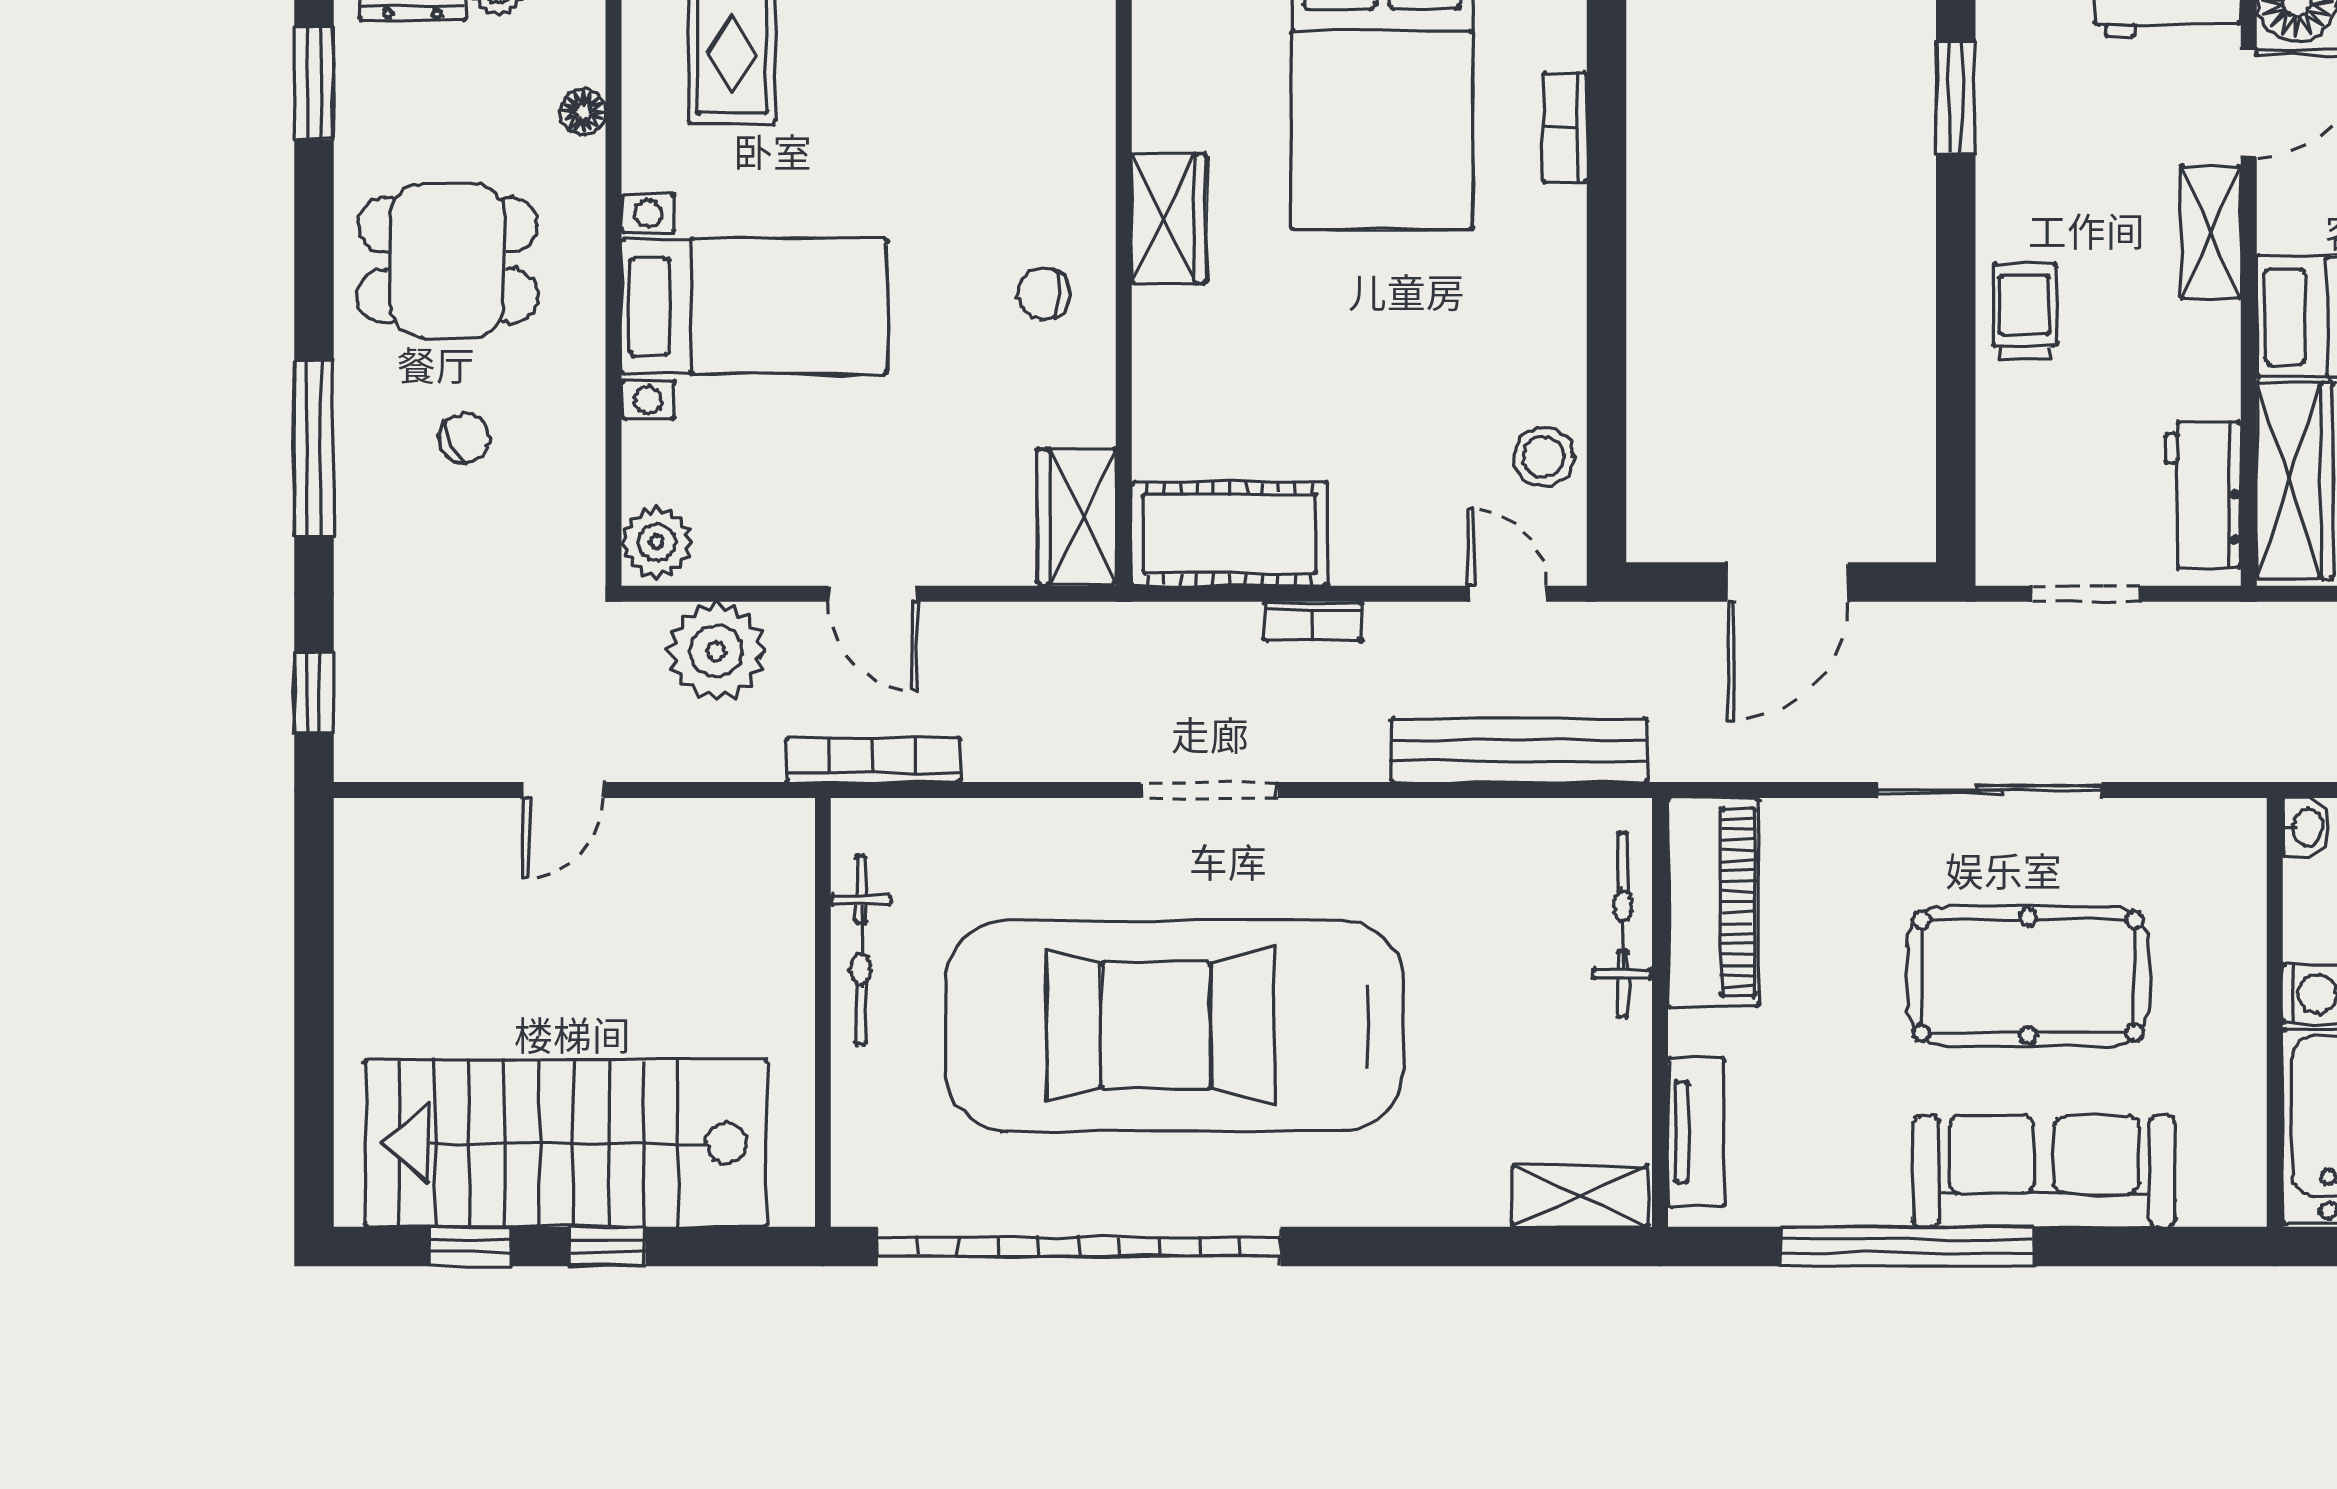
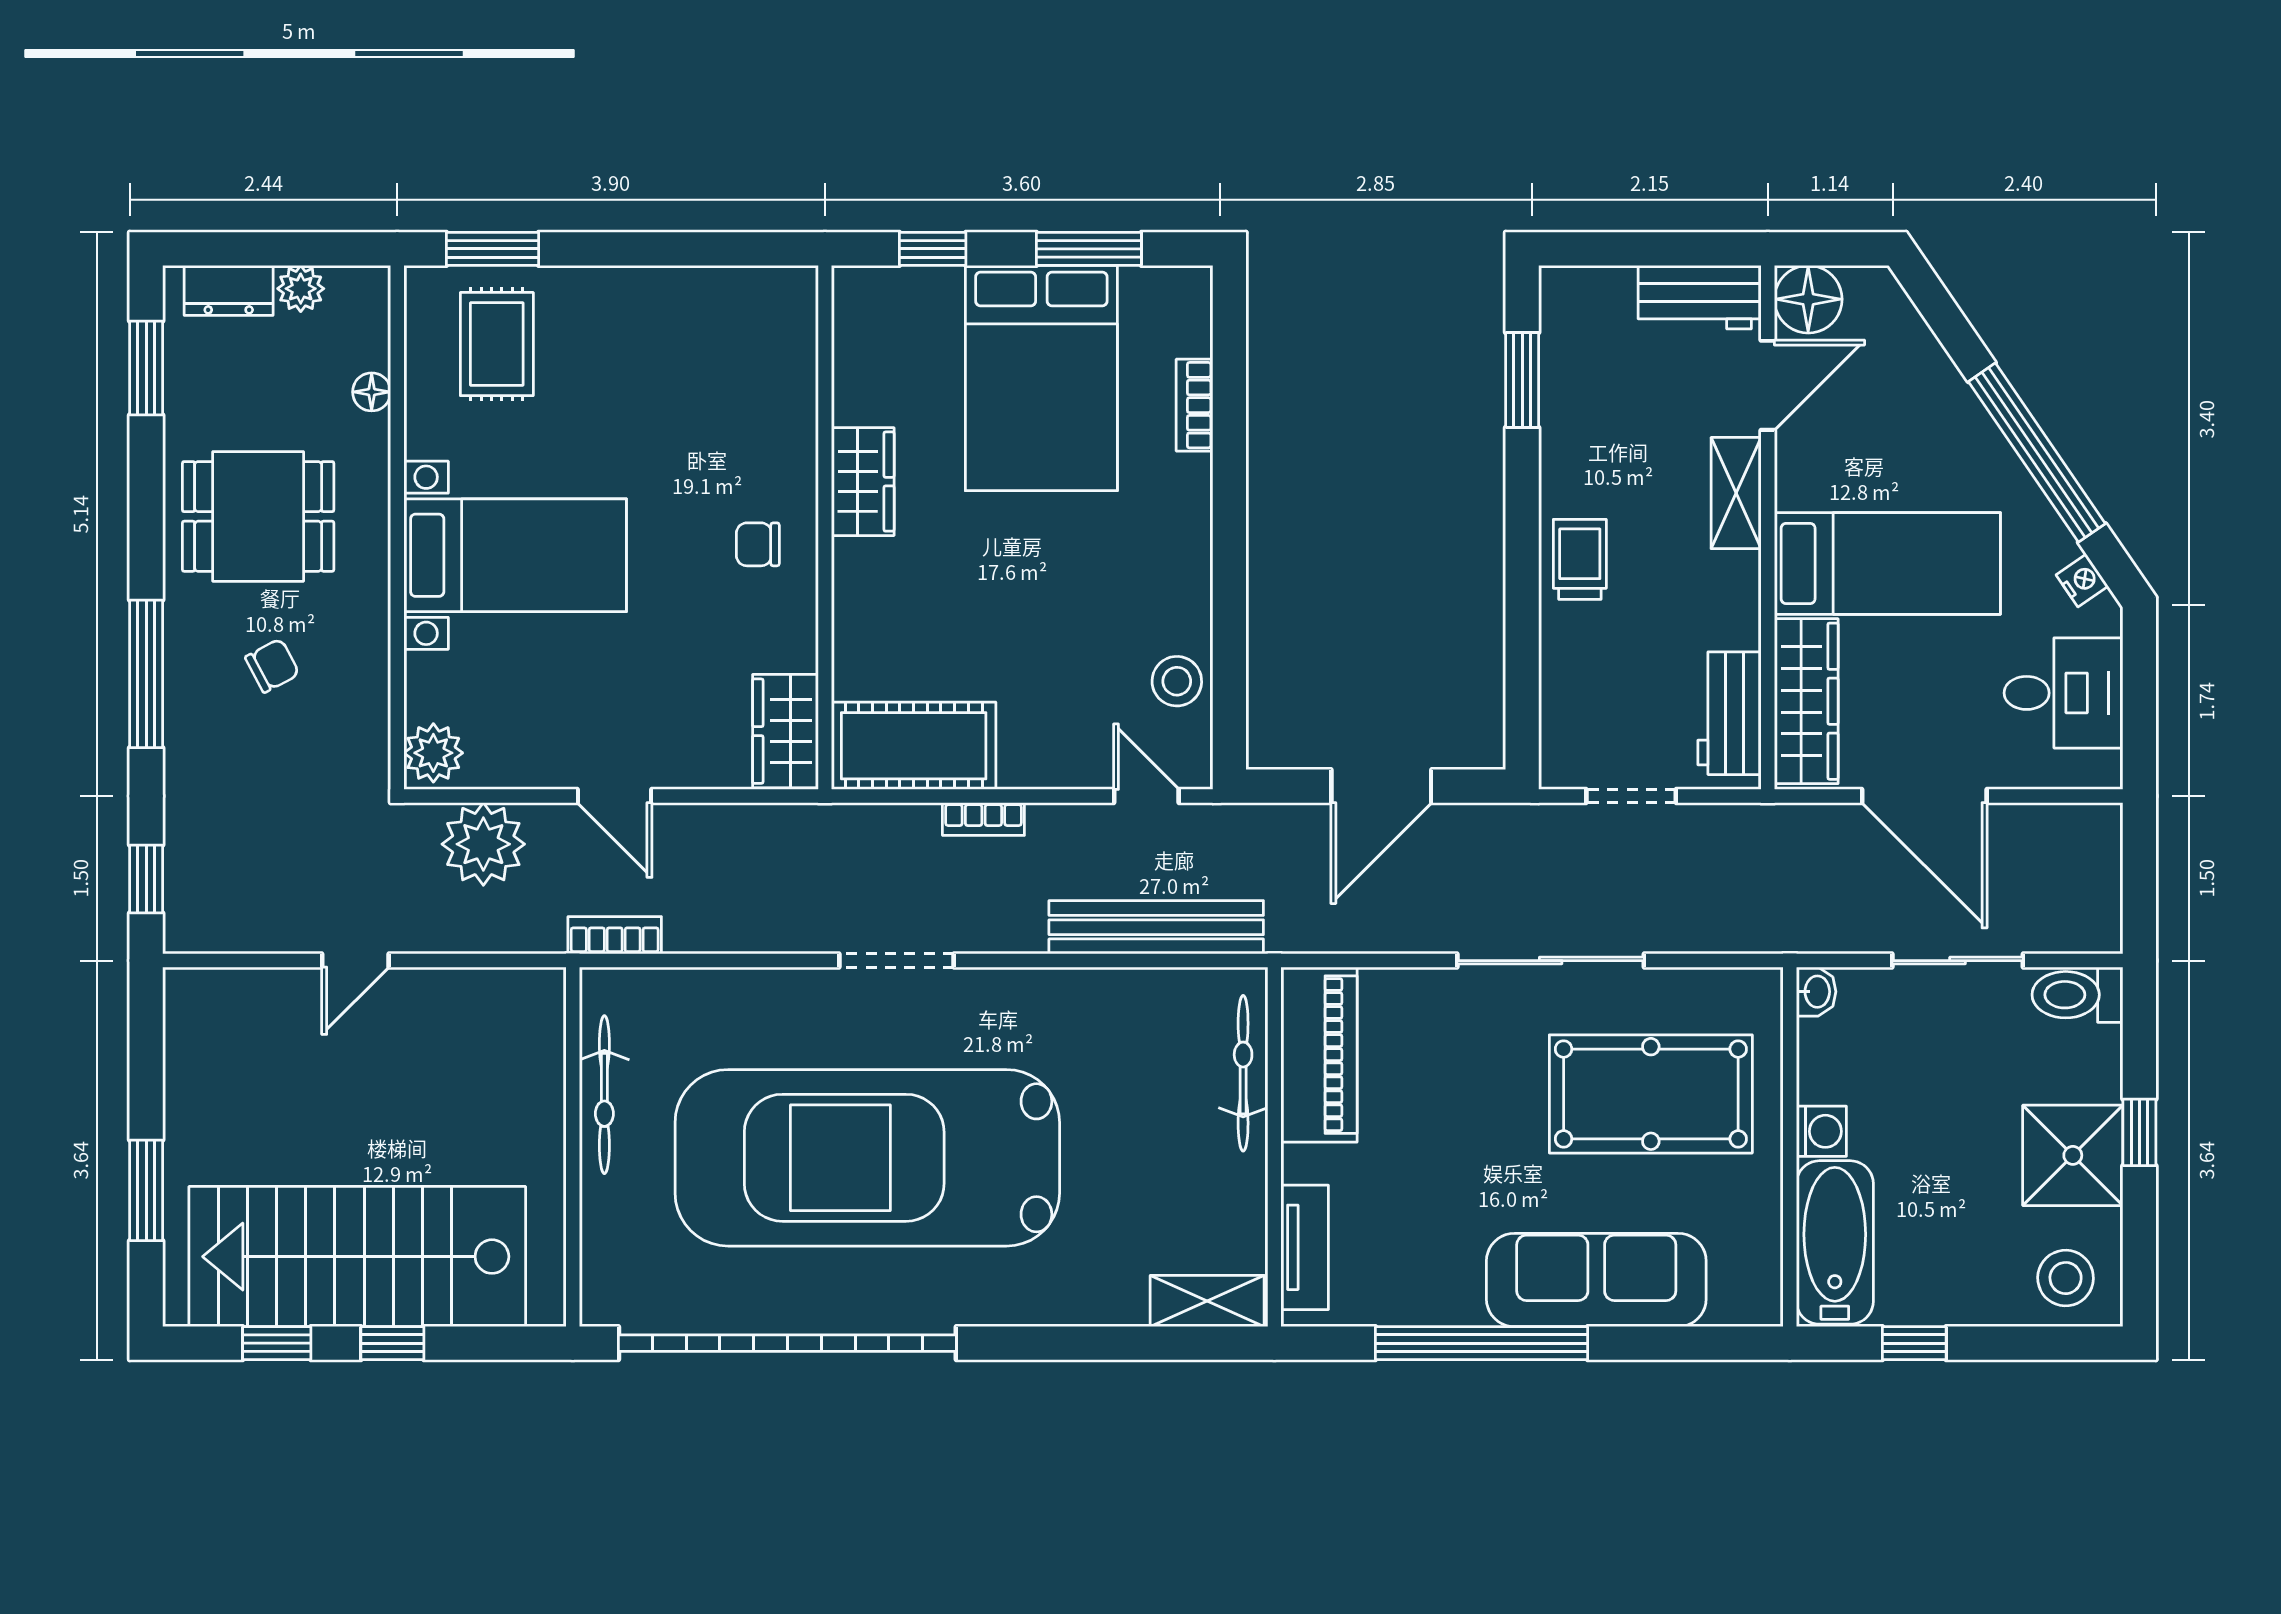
bookcase: (873, 760) -> (615, 935), width x0.64
pool table: (2028, 976) -> (1651, 1094), moved
window: (314, 1064) -> (146, 1190), added

